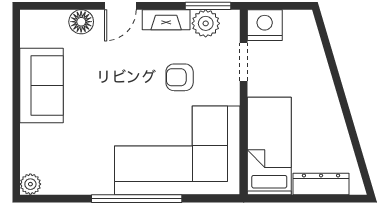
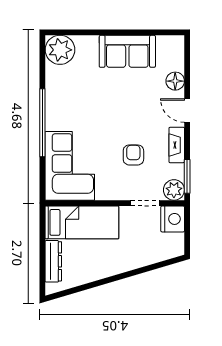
plant: (206, 23) -> (174, 190), moved
corner sofa: (177, 150) -> (70, 166), width x0.73, depth x0.74
plant: (30, 184) -> (60, 50), width x1.87, depth x1.87

